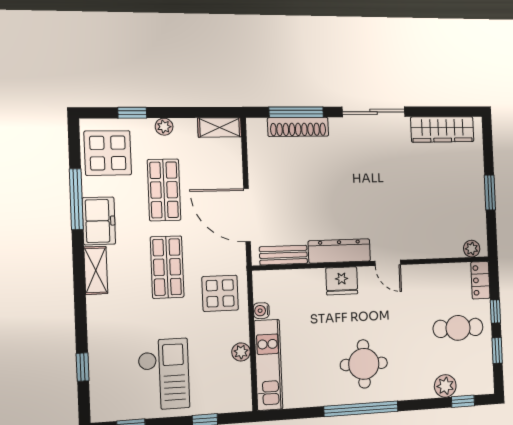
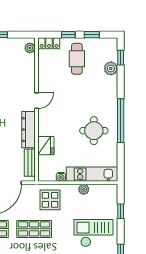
fridge: (342, 281) -> (46, 146), moved
round table: (364, 364) -> (94, 131), moved

